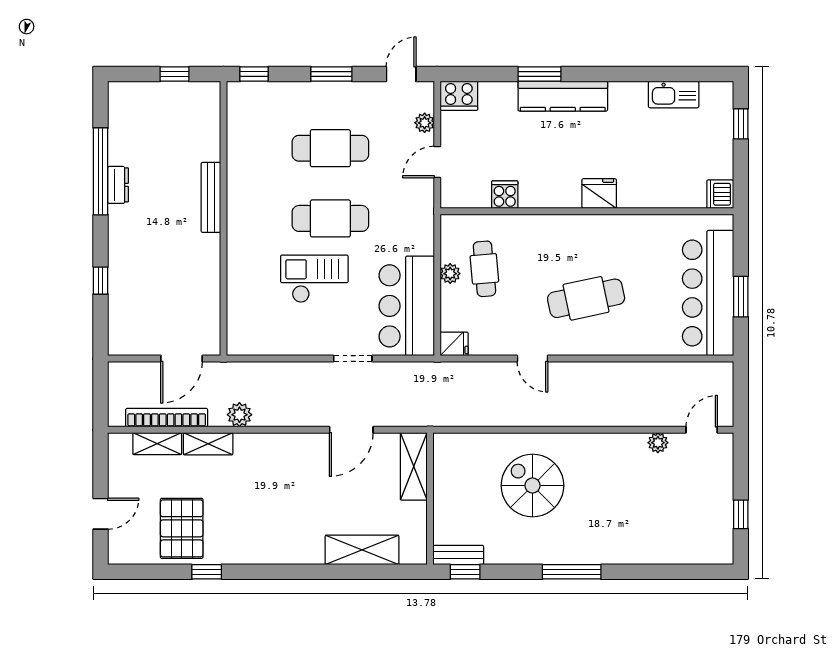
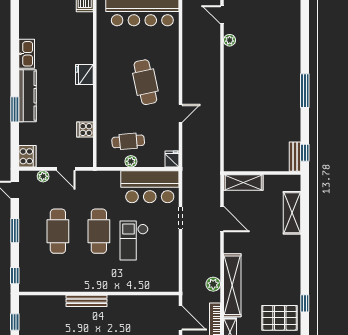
kitchen sink: (674, 94) -> (27, 54), moved
shelving: (208, 444) -> (232, 285), width x2.20, depth x1.33
spiral stairs: (533, 486) -> (254, 113), removed

